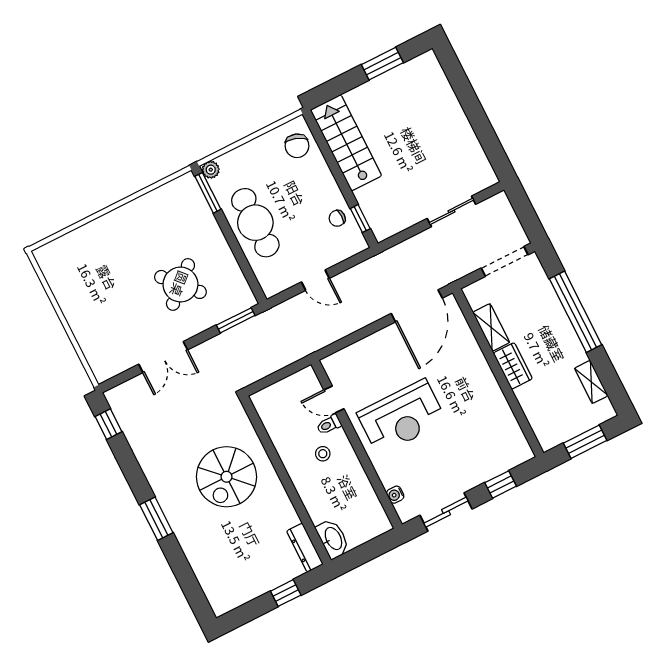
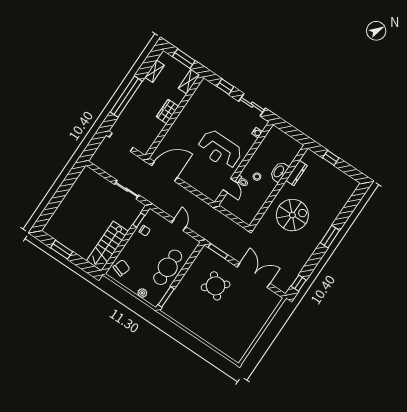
plant: (211, 170) -> (142, 293), moved
sliding door: (451, 211) -> (127, 190), moved
shelving: (491, 327) -> (189, 82), moved
double door: (163, 357) -> (254, 275), width x1.37
reception desk: (402, 417) -> (220, 150), turned 180
washbasin: (333, 539) -> (279, 172), moved
dresser: (305, 548) -> (297, 173), moved

